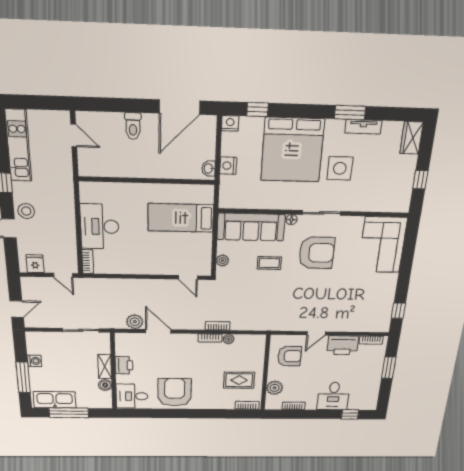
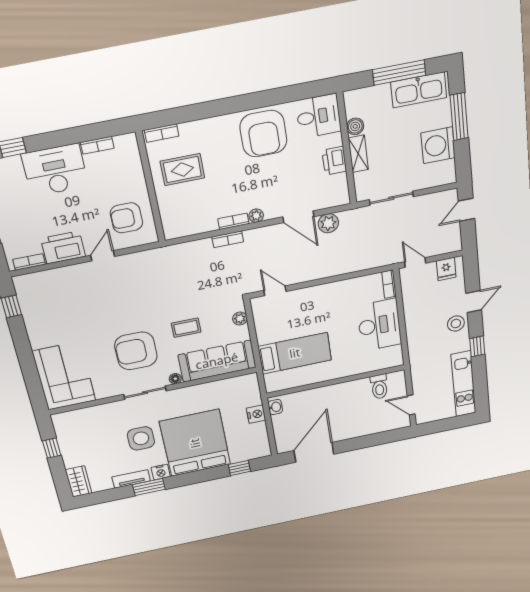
nightstand: (230, 123) -> (161, 472), moved
toilet: (133, 126) -> (379, 387), moved, turned 180
plant: (229, 339) -> (256, 216), moved
washing machine: (34, 361) -> (438, 145), width x1.89, depth x1.89
plant: (275, 388) -> (132, 168), removed
desk: (333, 396) -> (55, 170), width x1.37

